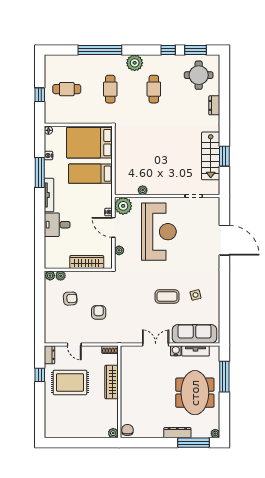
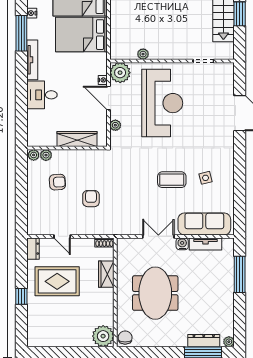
bed: (90, 174) -> (81, 35), width x1.50
window: (40, 375) -> (21, 296), moved
wardrobe: (112, 382) -> (106, 274), width x0.67
meeting table: (195, 393) -> (155, 293), moved
plant: (113, 433) -> (103, 336), width x1.88, depth x1.88
dresser: (177, 433) -> (204, 341), moved

